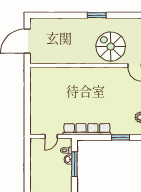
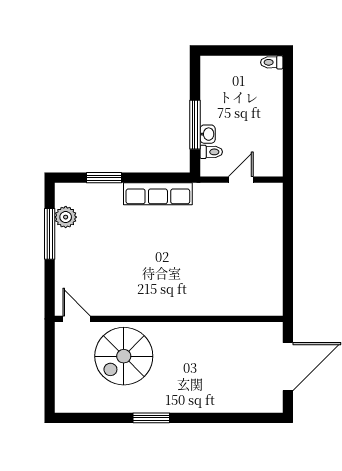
spiral stairs: (111, 47) -> (124, 356), turned 90
row of seats: (87, 129) -> (158, 194), width x0.73

